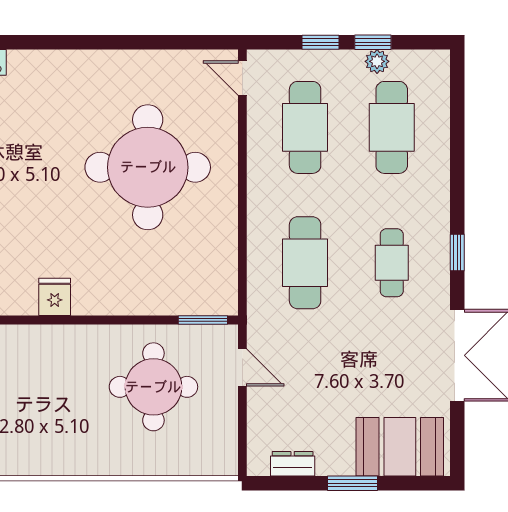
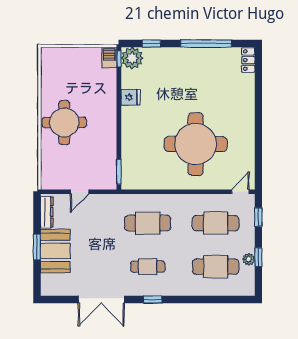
window: (320, 42) -> (258, 217), moved
door: (242, 368) -> (80, 192), moved
round table: (153, 387) -> (64, 122), moved
booth: (400, 447) -> (55, 251), moved
dresser: (293, 464) -> (47, 212), width x1.44

